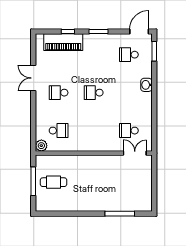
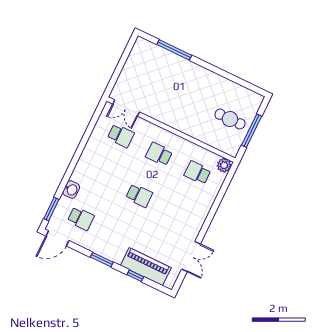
double door: (33, 78) -> (191, 257), moved
washbasin: (146, 85) -> (71, 190), moved
school desk: (59, 93) -> (159, 154), moved, turned 180

